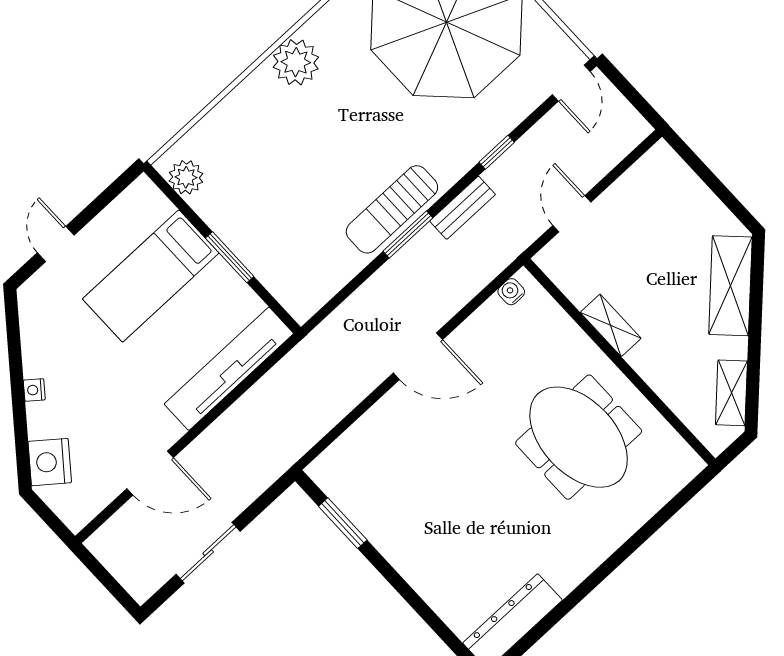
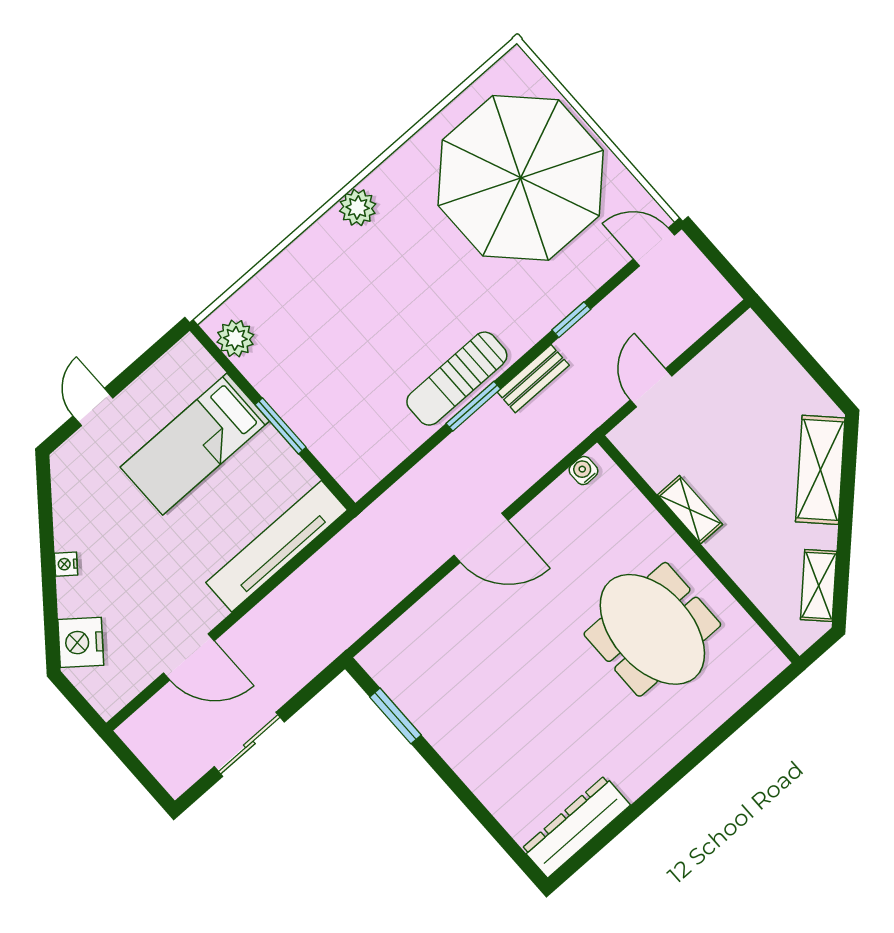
plant: (296, 62) -> (358, 208), width x0.73, depth x0.73
door: (571, 83) -> (654, 247), swing flipped

